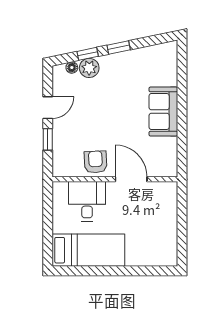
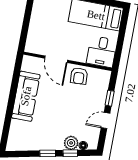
sofa: (163, 112) -> (26, 96), width x1.36
desk: (87, 201) -> (102, 52), moved

